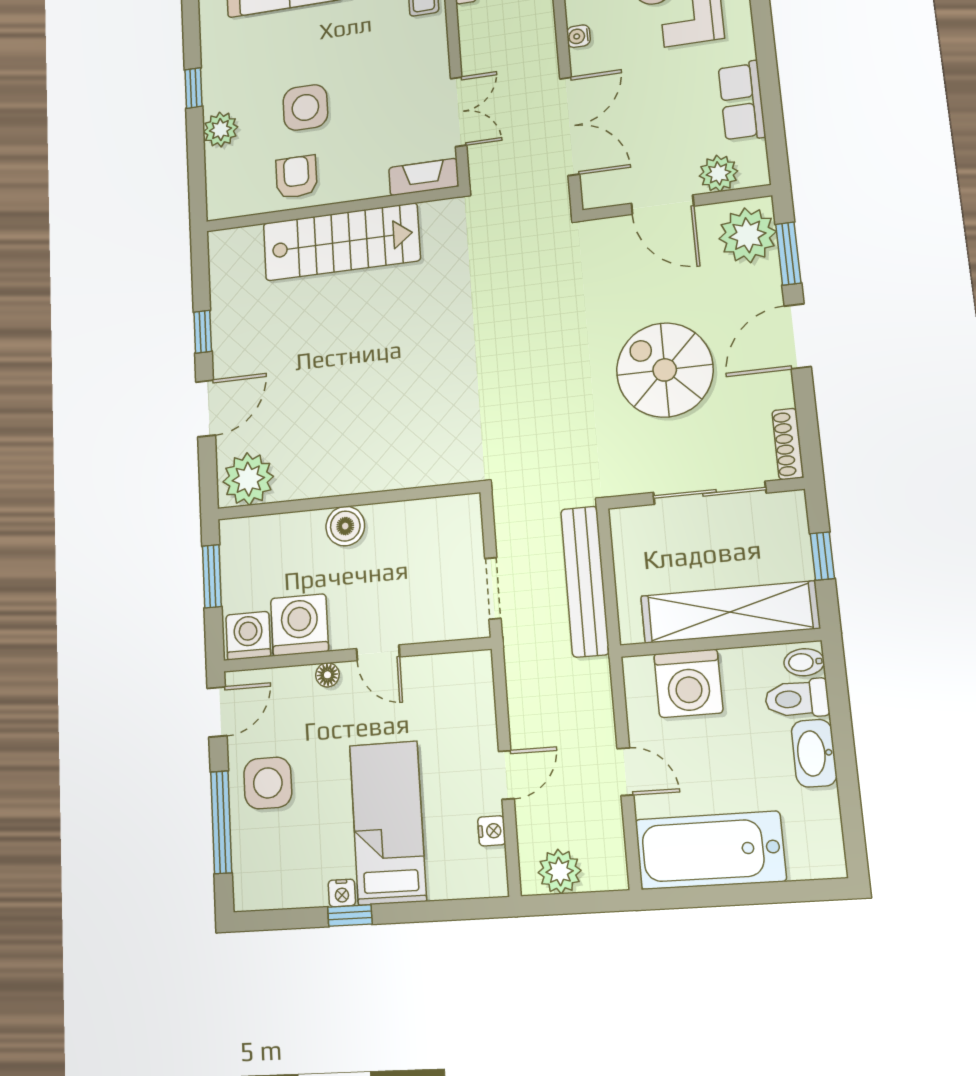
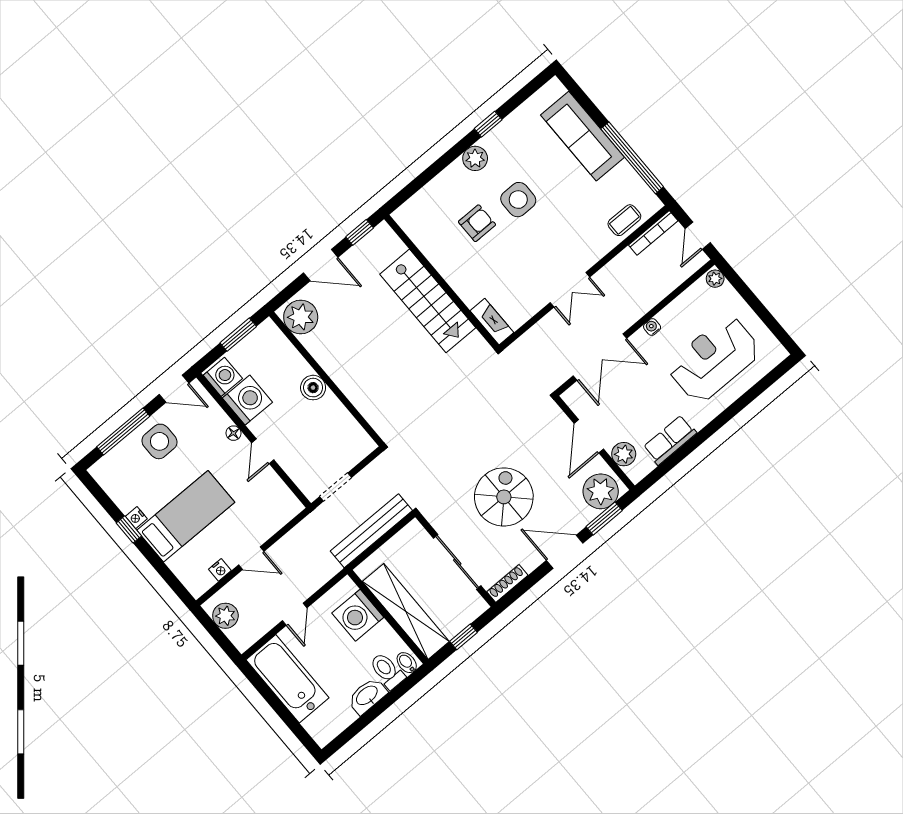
fireplace: (424, 177) -> (492, 322), moved
wall: (331, 209) -> (442, 282), moved
stairs: (341, 242) -> (428, 301), moved

